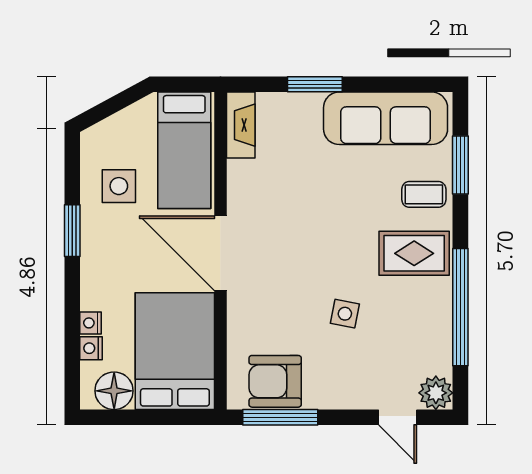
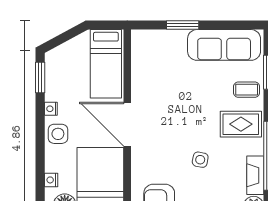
fireplace: (241, 125) -> (255, 175), moved, turned 180
side table: (119, 186) -> (58, 134), moved
window: (72, 231) -> (40, 78), moved
nightstand: (91, 323) -> (51, 109), moved

